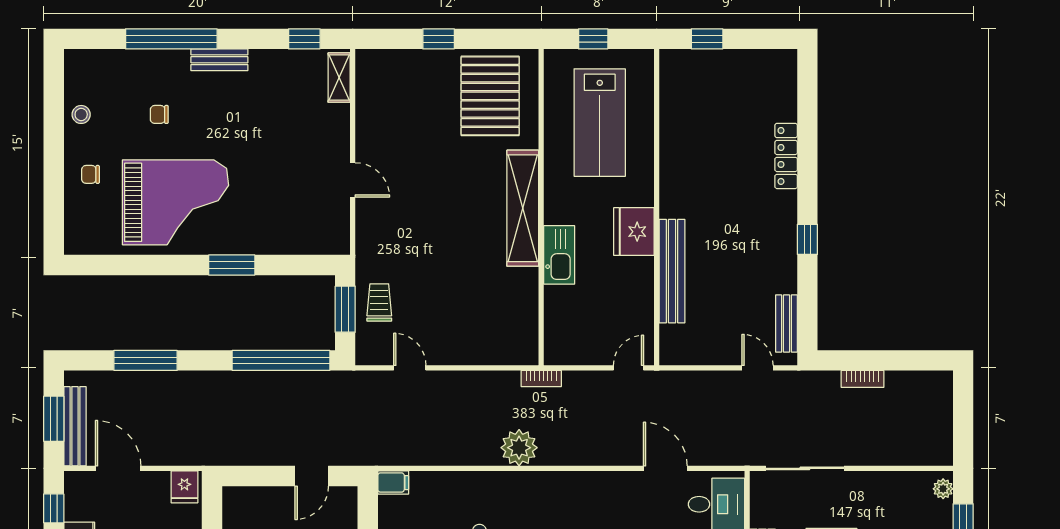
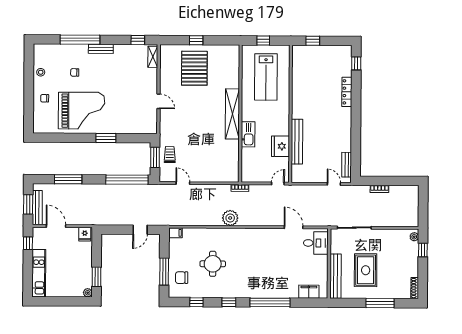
pallet: (490, 96) -> (194, 68), moved
fridge: (634, 232) -> (280, 146), moved
window: (807, 239) -> (356, 63), moved

